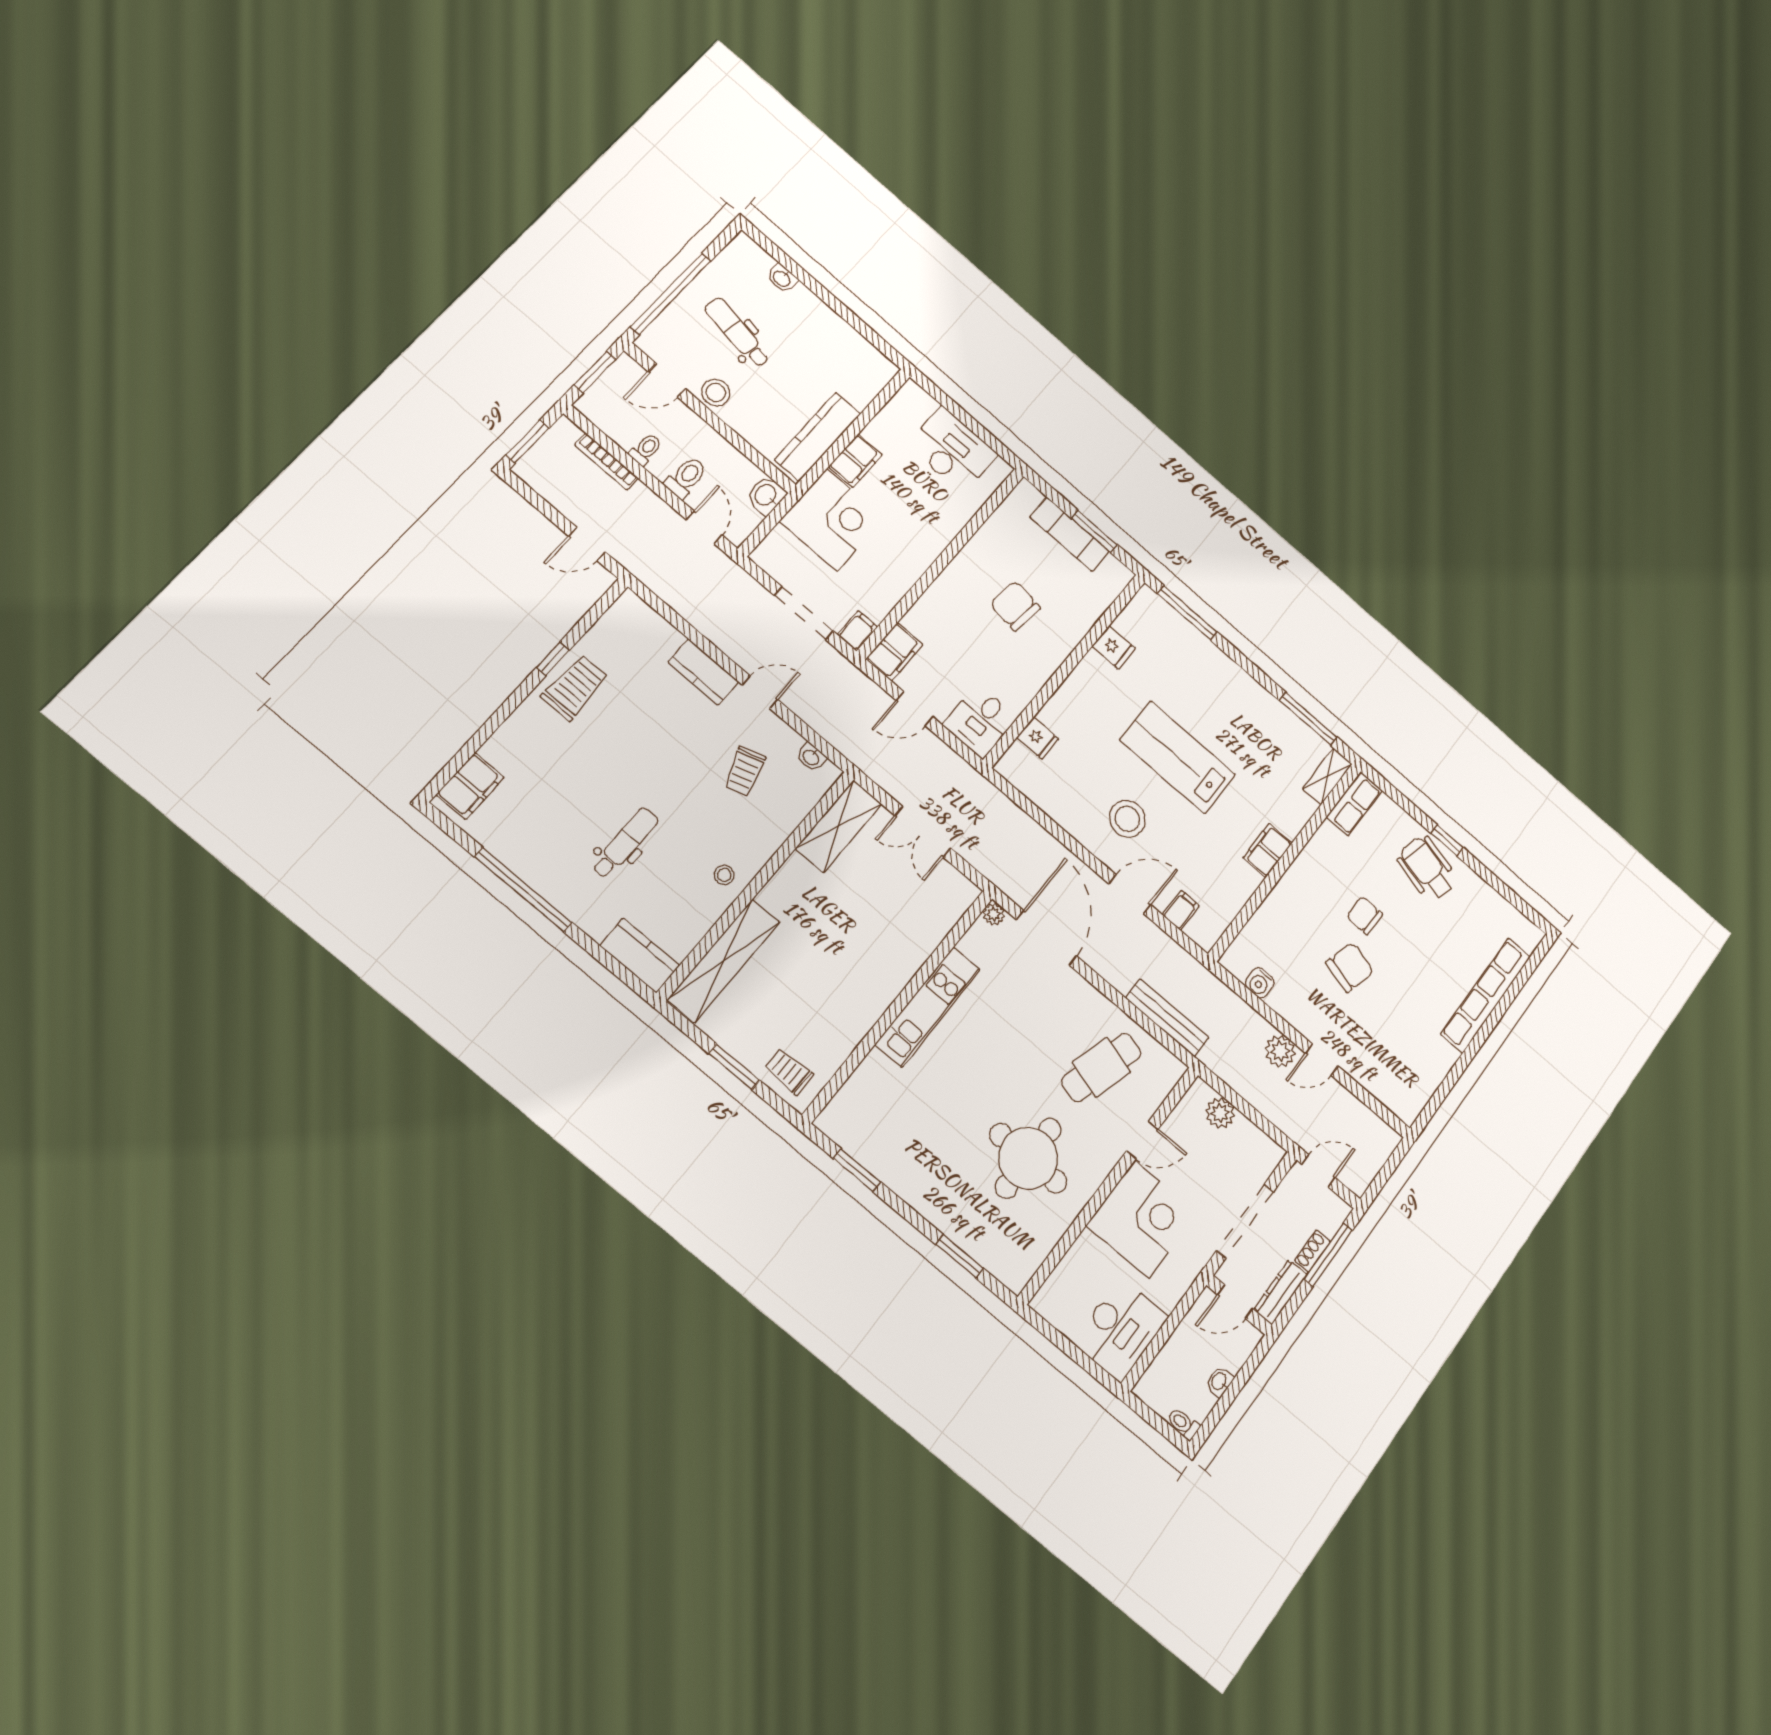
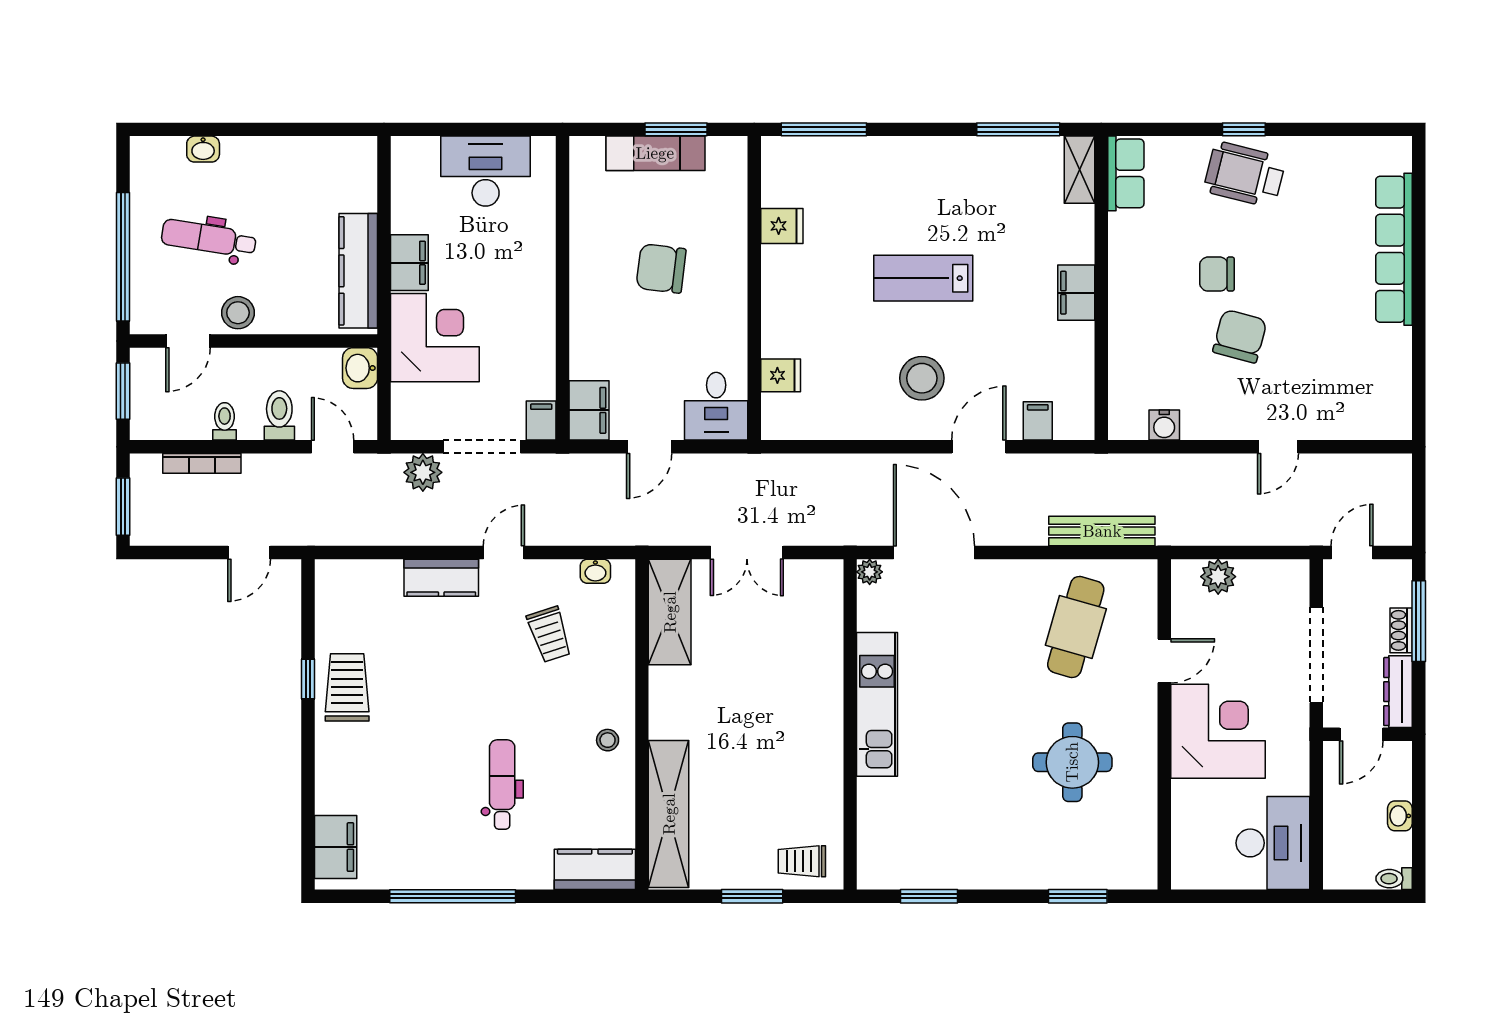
lab bench: (1178, 757) -> (923, 278), width x0.73, depth x0.72
plant: (1280, 1051) -> (423, 472), moved
round table: (1028, 1158) -> (1072, 762), width x0.73, depth x0.73

